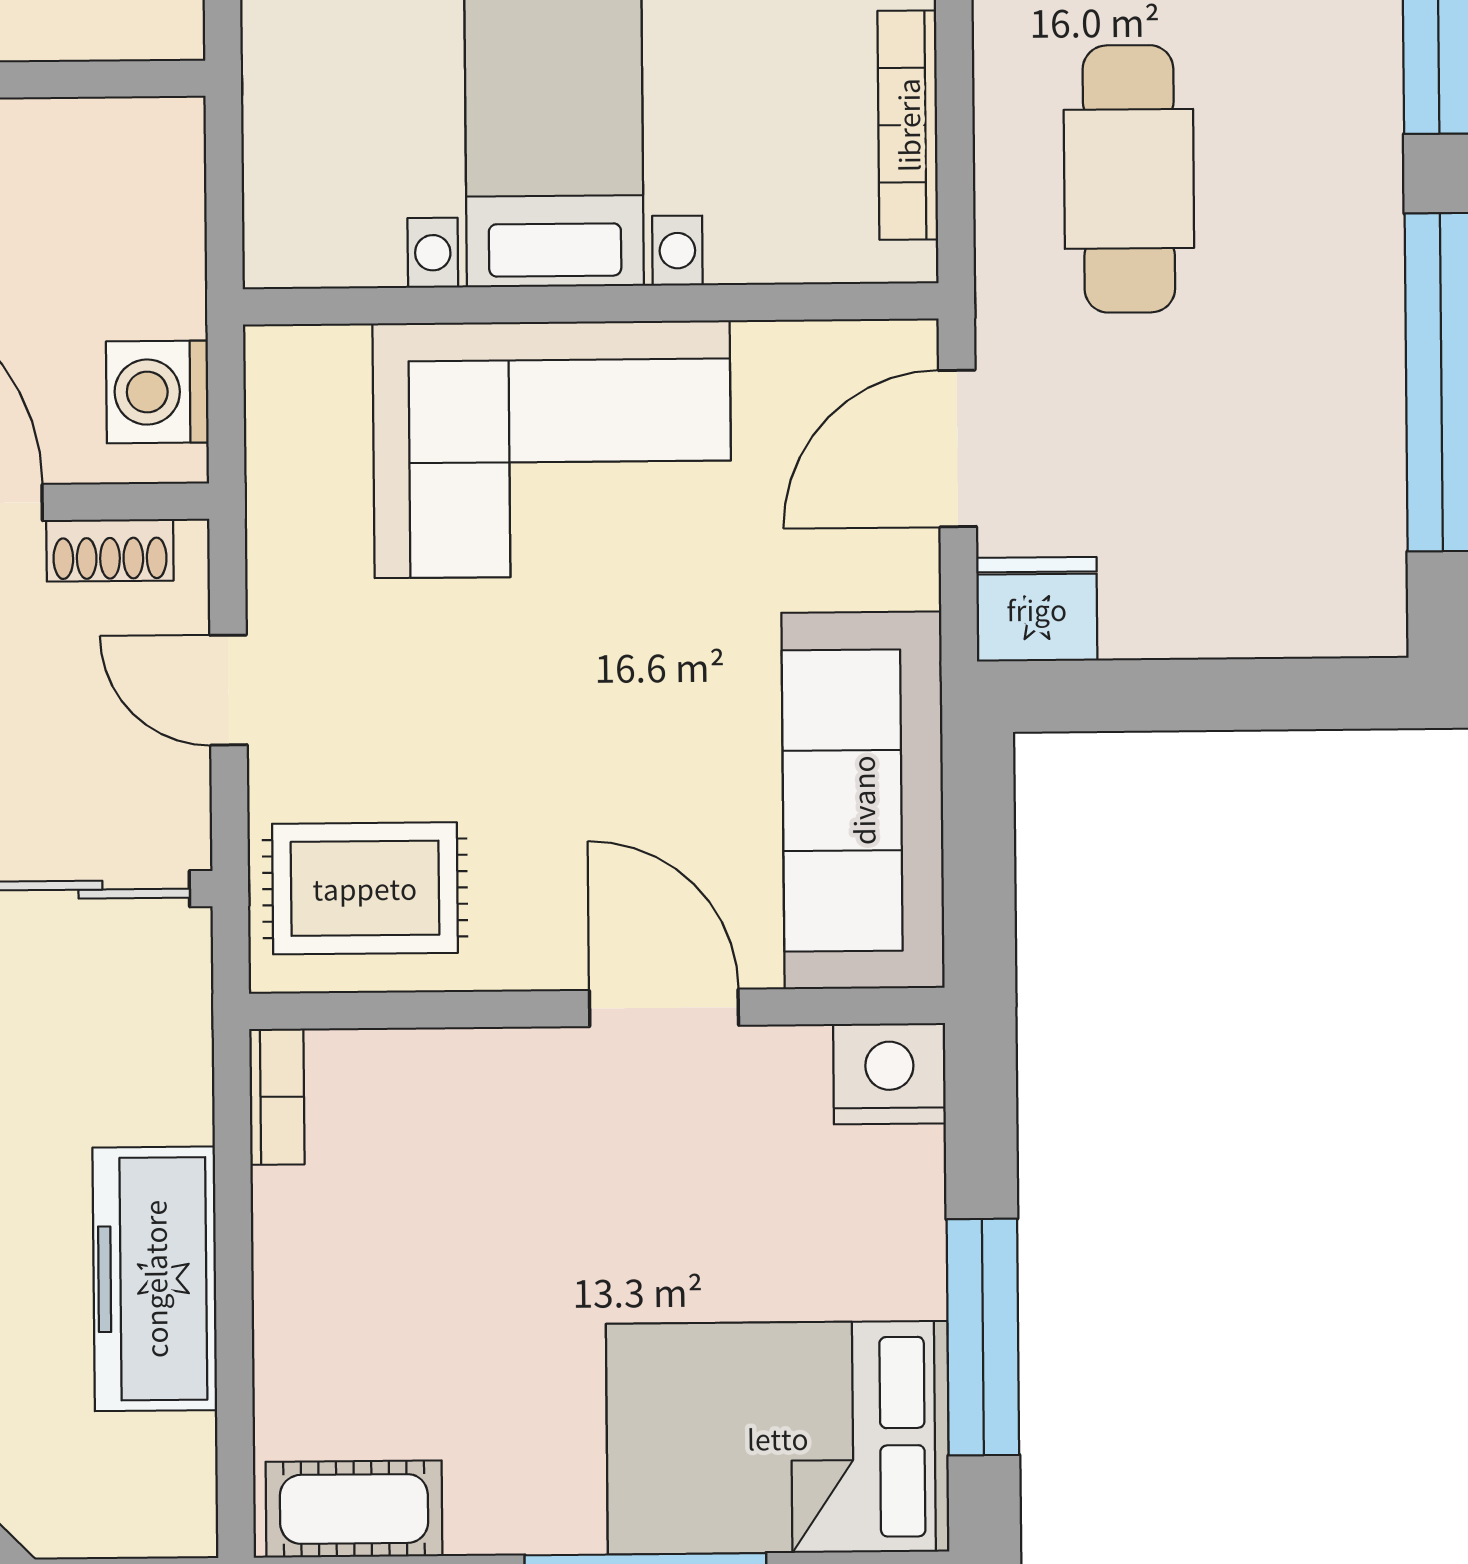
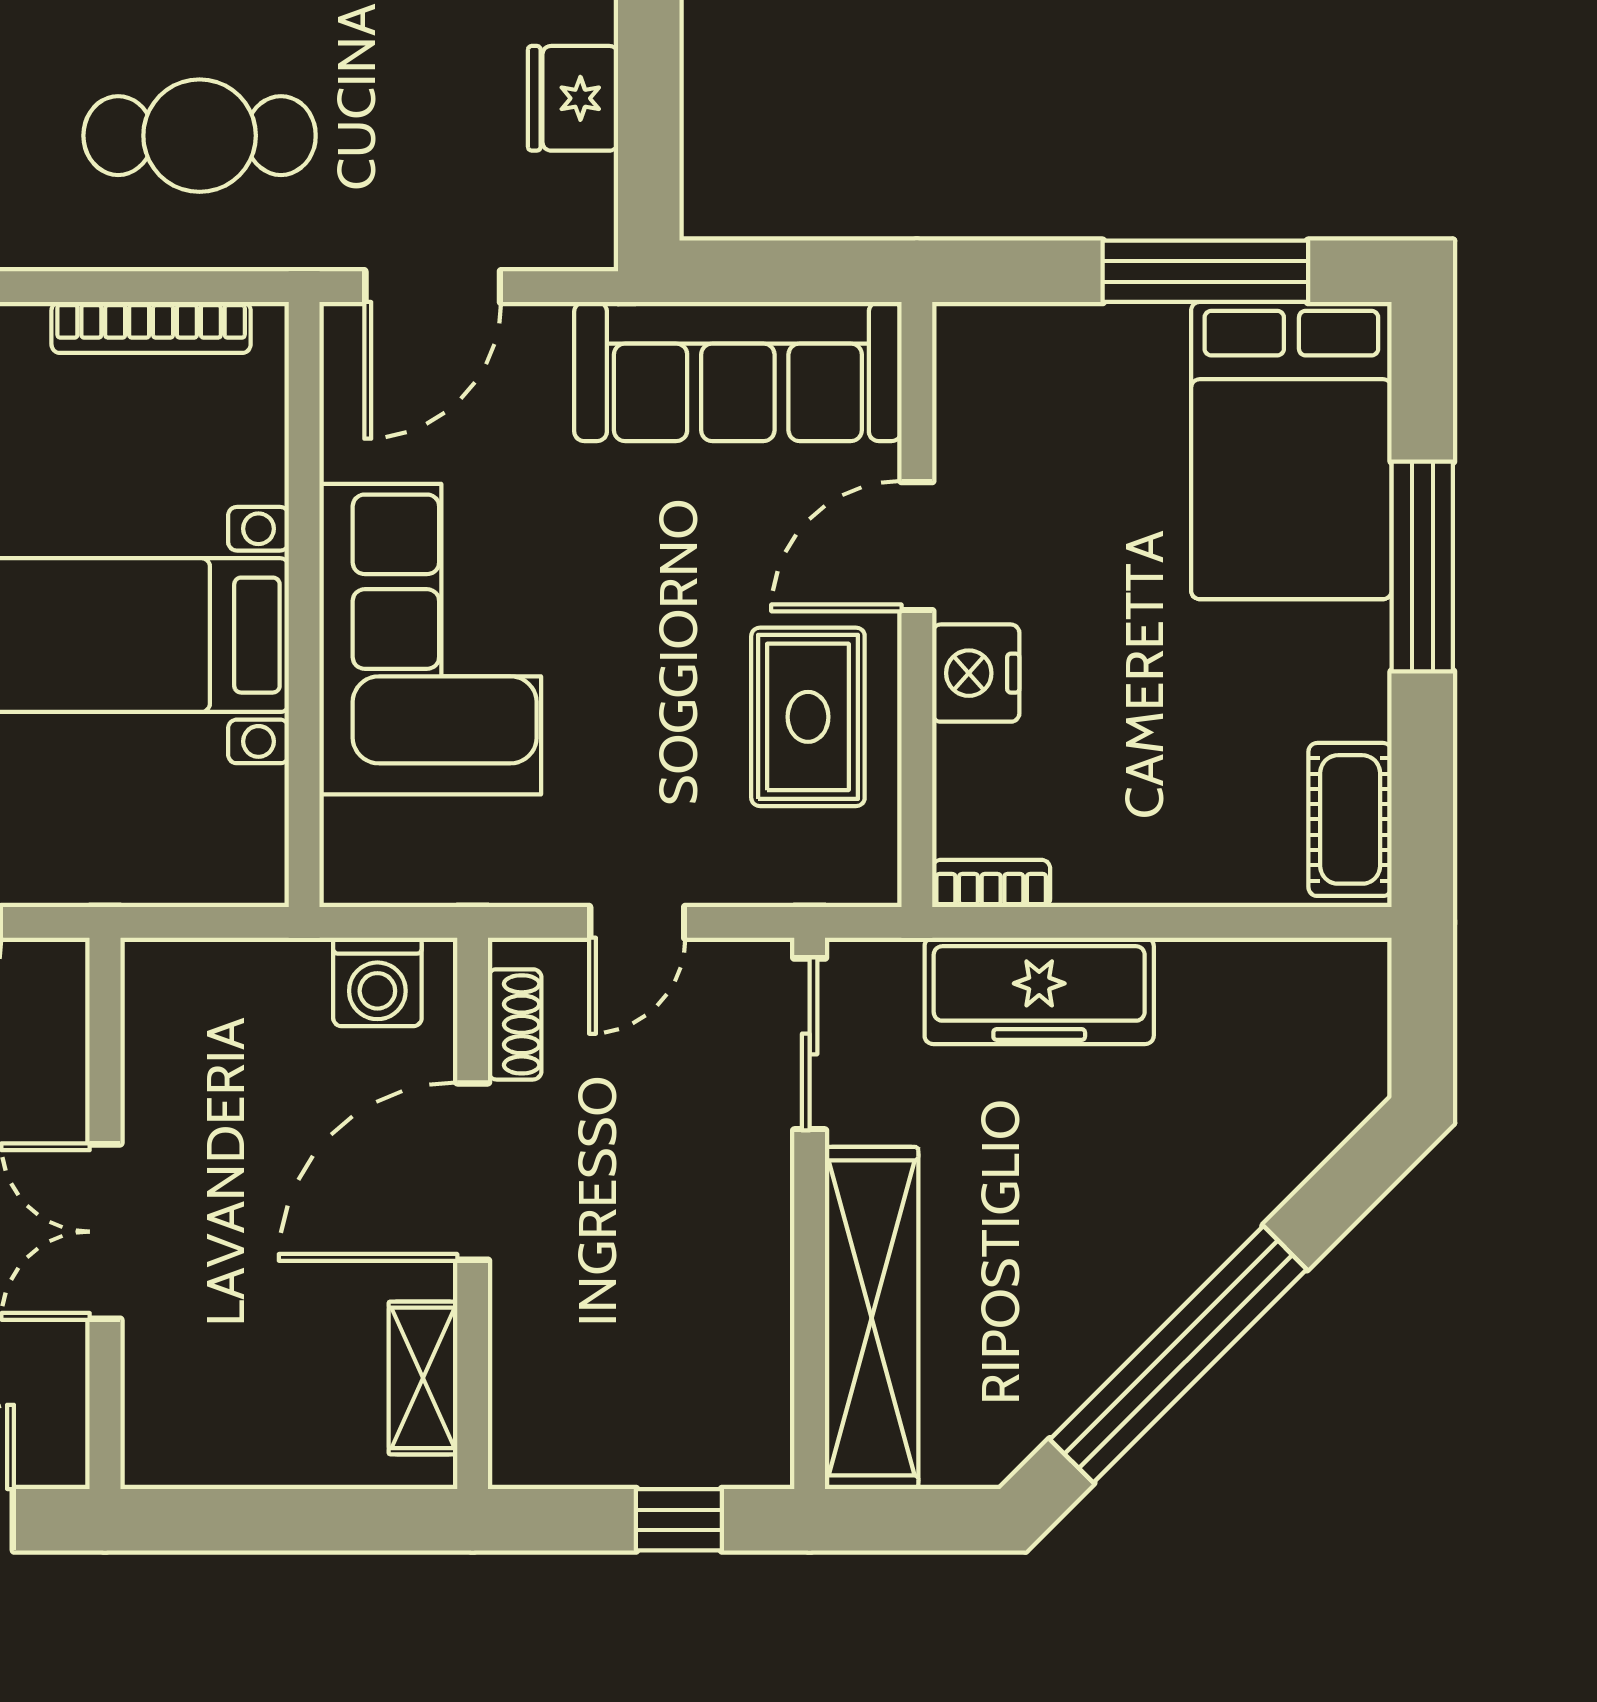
door: (958, 448) -> (433, 287), hinge flipped
fridge: (1037, 609) -> (573, 98), moved
rug: (365, 888) -> (808, 717), moved
nightstand: (889, 1074) -> (976, 673), moved
freezer: (155, 1279) -> (1039, 991), moved

